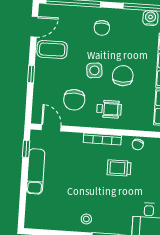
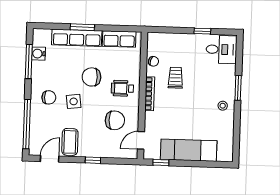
door: (34, 27) -> (50, 159), hinge flipped
side table: (94, 70) -> (74, 101), moved
wheelchair: (109, 109) -> (122, 88), turned -90
trolley: (119, 168) -> (175, 78), turned 180
exam couch: (36, 171) -> (189, 150), width x1.36, depth x1.45

